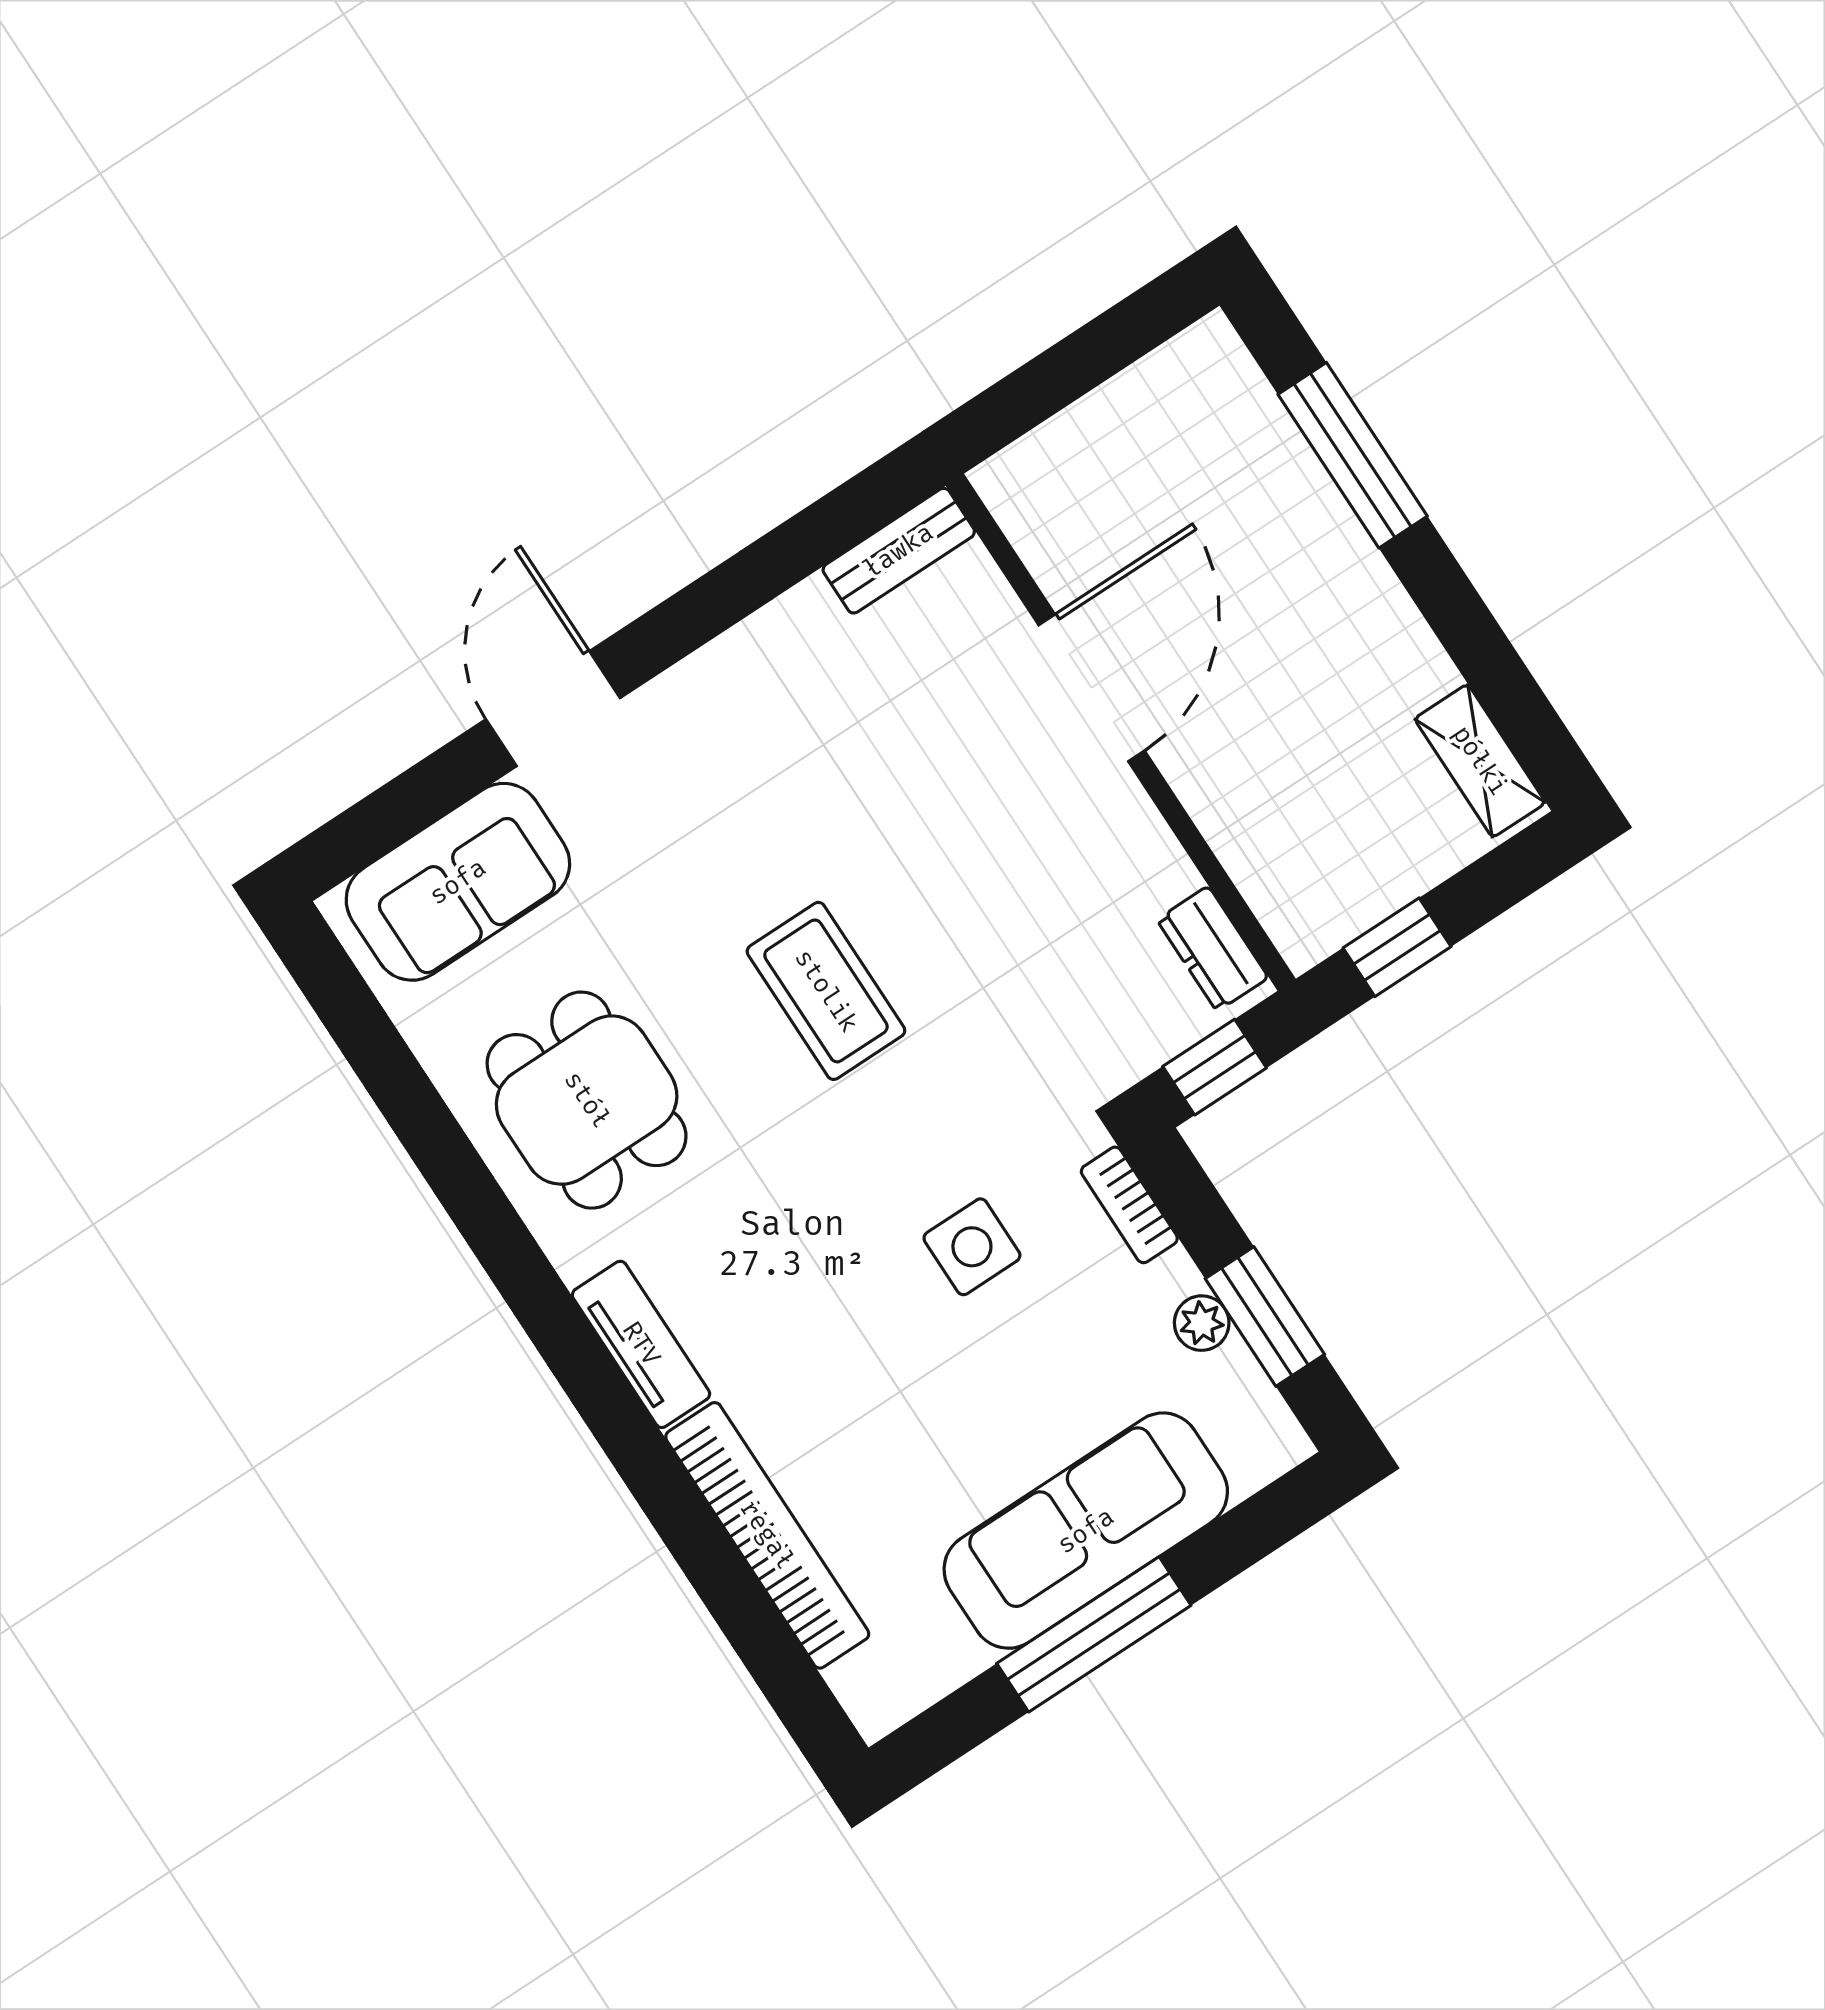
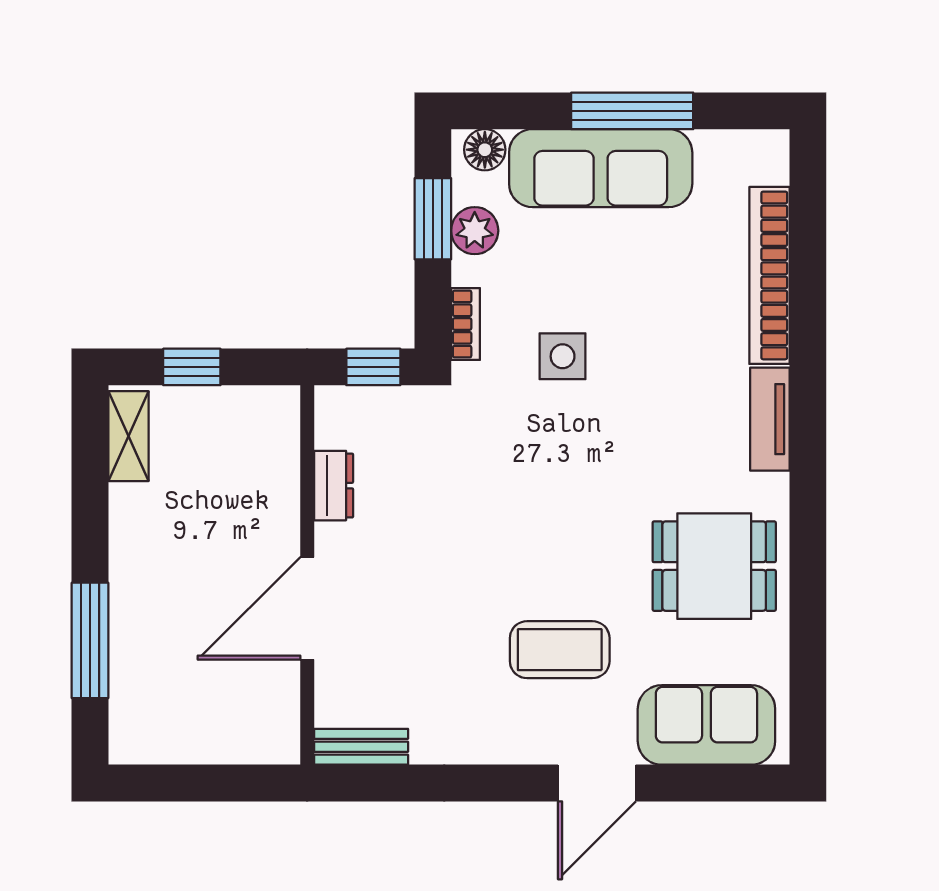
window: (1397, 947) -> (192, 367), moved
dresser: (1213, 949) -> (334, 486), moved
coffee table: (826, 991) -> (560, 650), moved, turned 90
dining table: (587, 1100) -> (714, 566), turned 90
plant: (1202, 1323) -> (475, 231), width x1.38, depth x1.38
floor lamp: (1256, 1454) -> (485, 150), added

